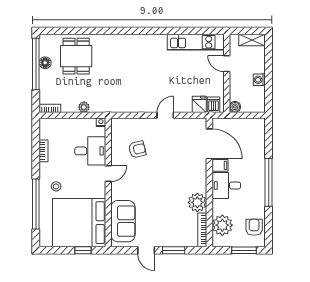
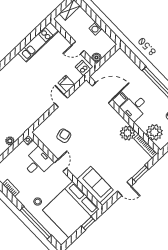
door: (227, 64) -> (78, 48), moved
fridge: (199, 104) -> (66, 84), moved

